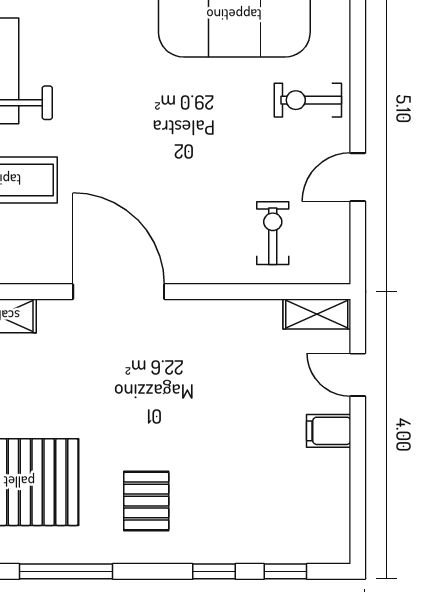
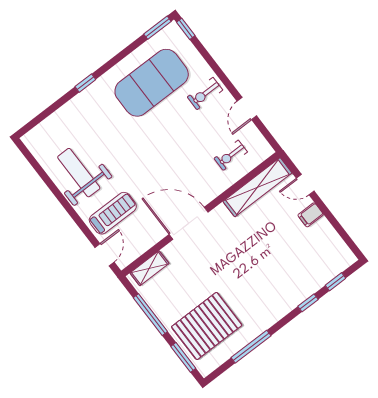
exercise bike: (273, 233) -> (231, 155), turned -90
shelving: (317, 314) -> (257, 187), width x2.20, depth x1.33
pallet: (146, 501) -> (261, 296), removed

